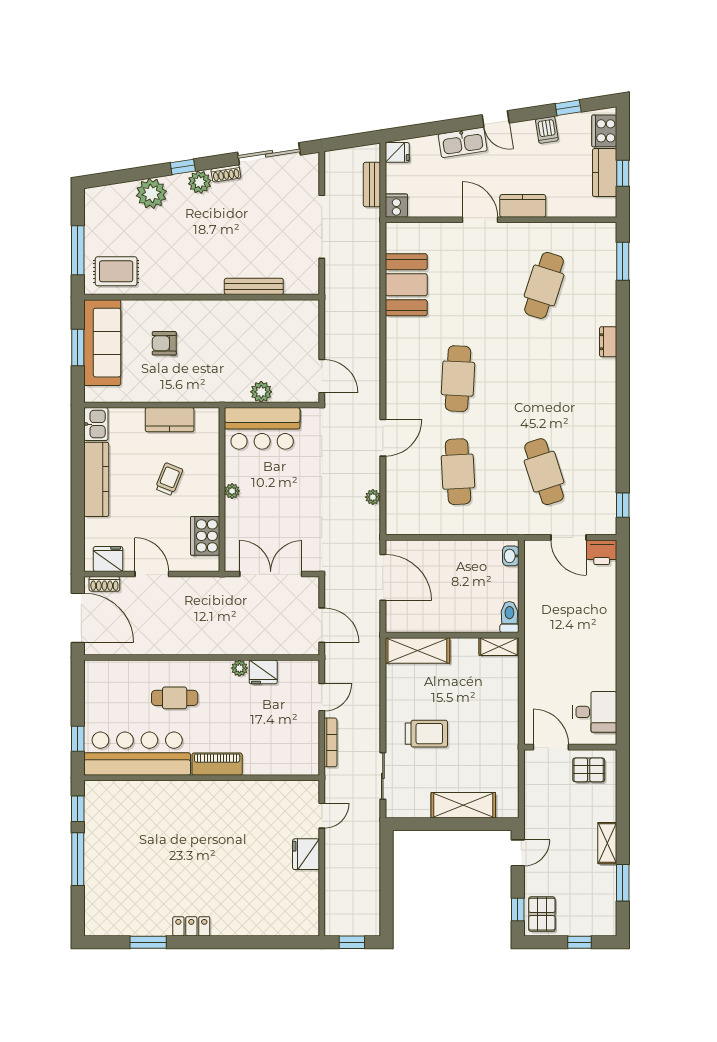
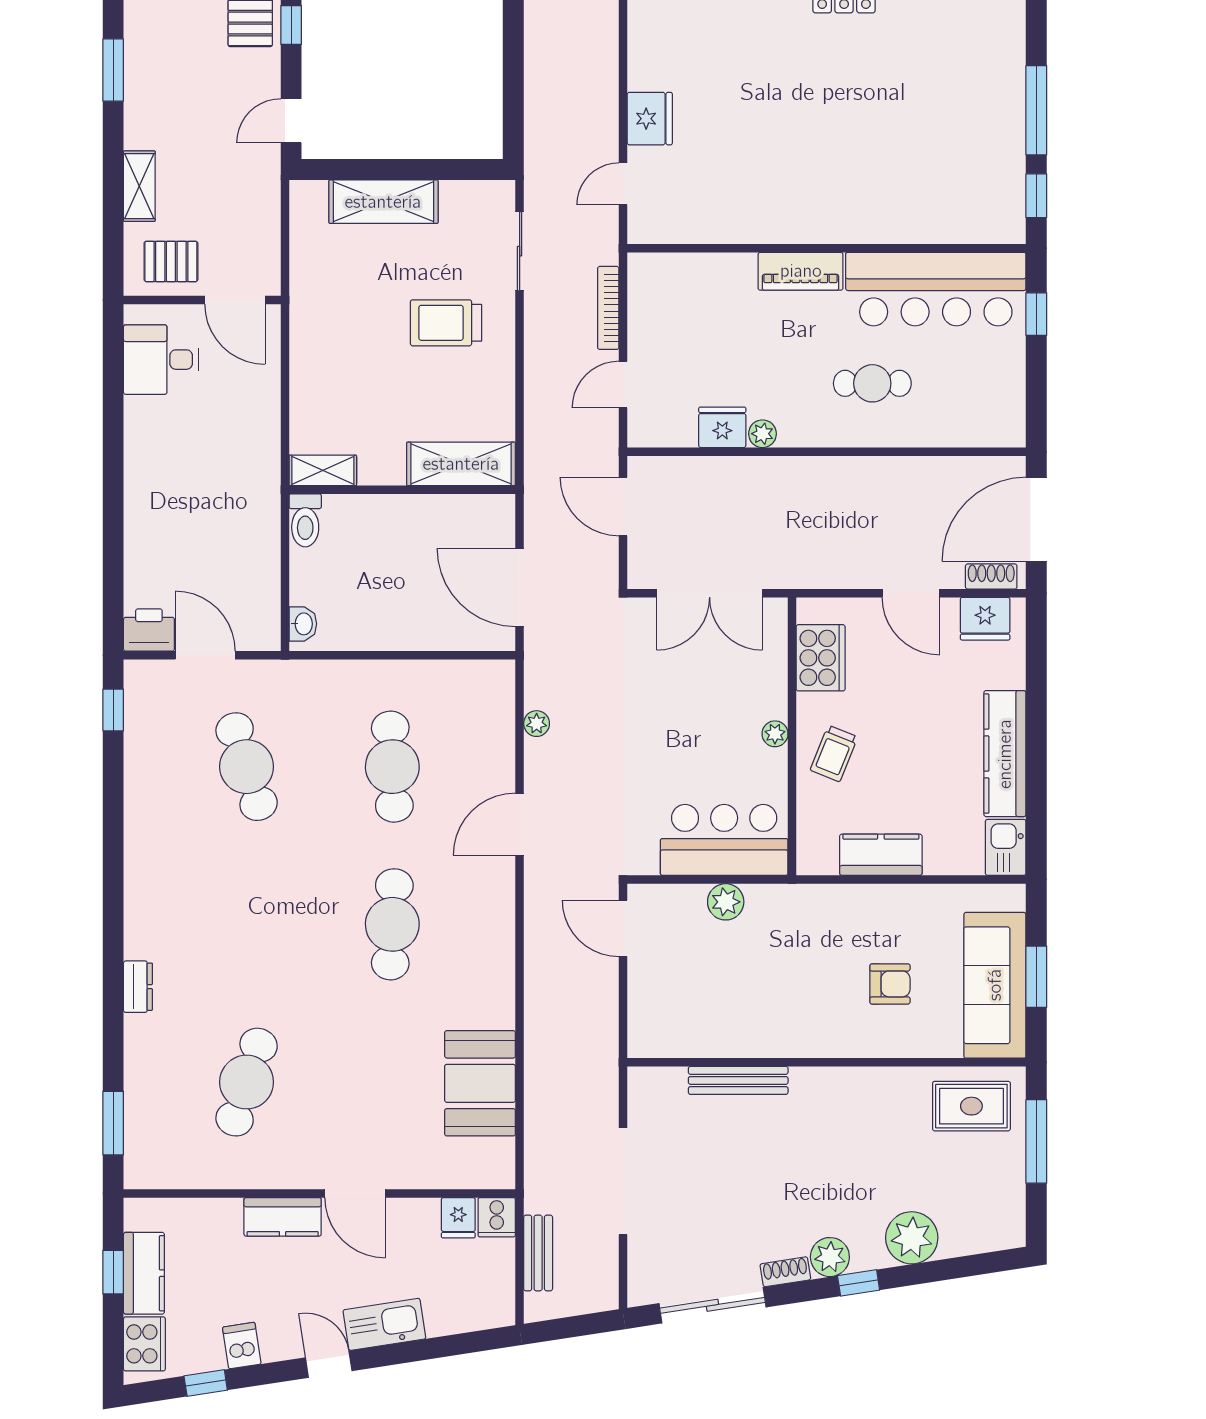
fridge: (397, 152) -> (458, 1218), moved, turned -90
trolley: (169, 479) -> (834, 754), moved
door: (78, 618) -> (1036, 519), hinge flipped
shelving: (607, 843) -> (139, 186), moved

